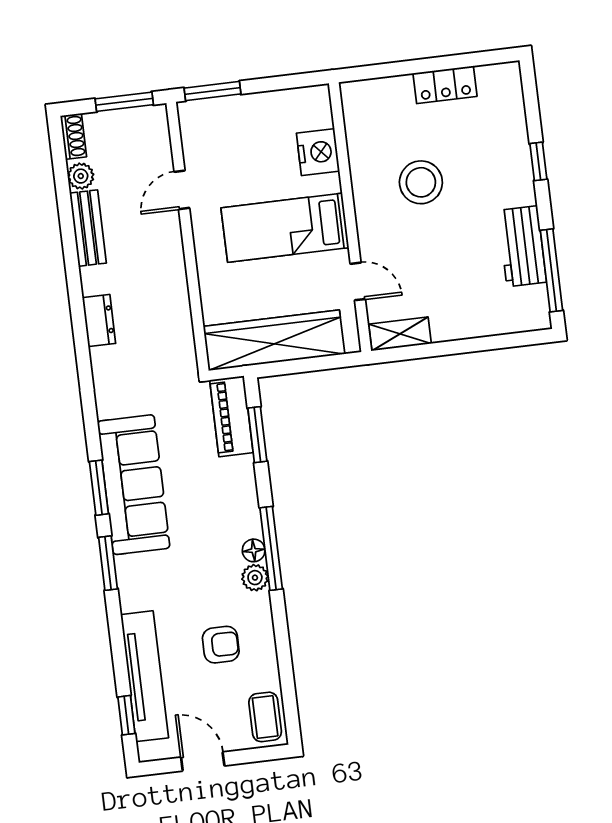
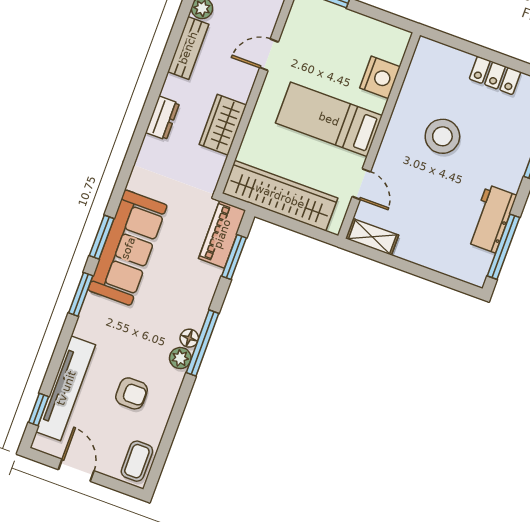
wardrobe: (170, 294) -> (223, 125), added

